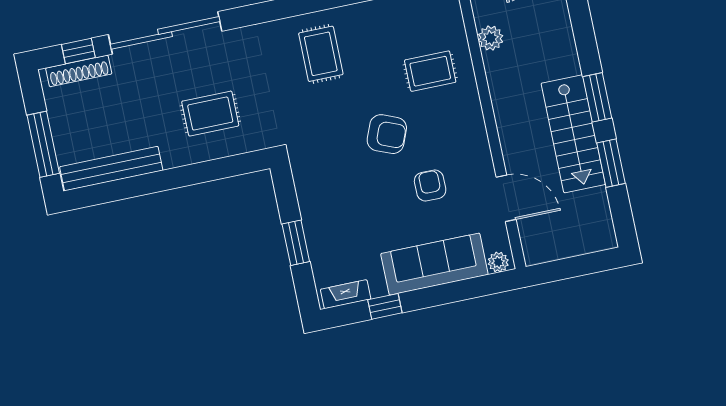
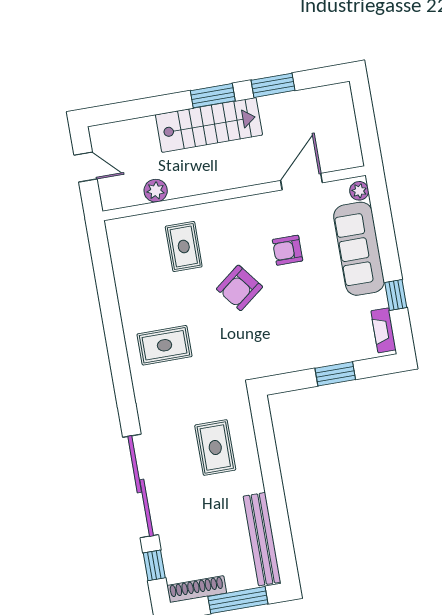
shoe rack: (79, 71) -> (197, 589), moved, turned -90
armchair: (387, 134) -> (240, 288), turned -150
stairs: (573, 134) -> (209, 125), moved

